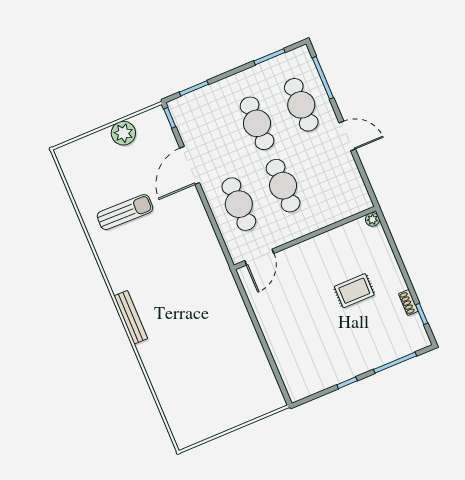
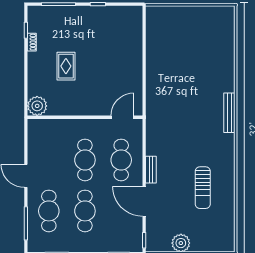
door: (190, 165) -> (144, 201), swing flipped
bench: (198, 207) -> (151, 170), added
sun lounger: (125, 212) -> (203, 188), turned -91
plant: (372, 219) -> (37, 106), width x1.87, depth x1.87
rug: (354, 291) -> (66, 66), turned 90

